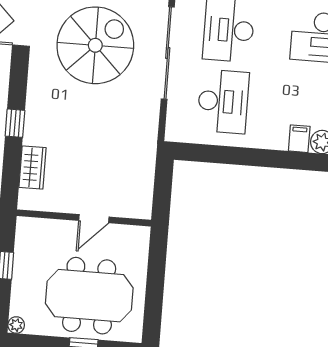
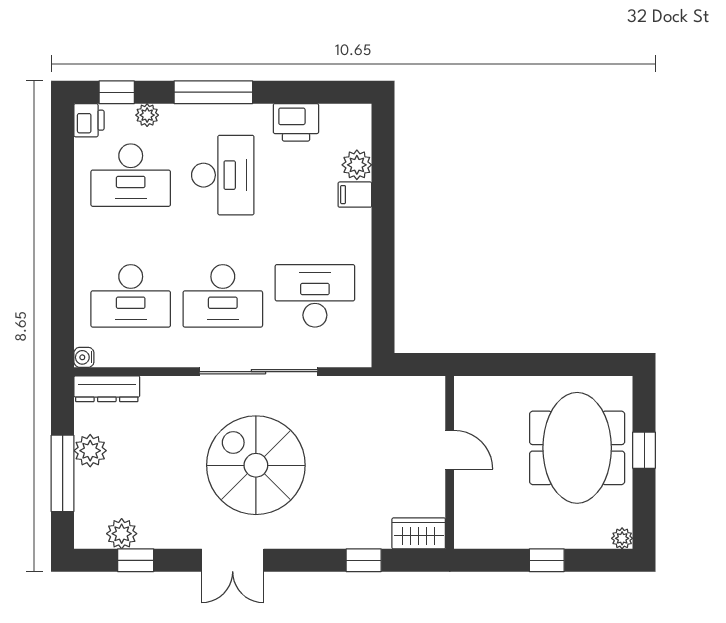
wall: (84, 218) -> (450, 462), moved
door: (94, 219) -> (450, 450), moved

